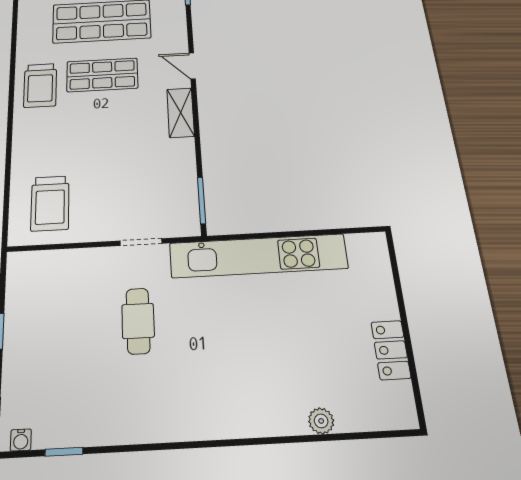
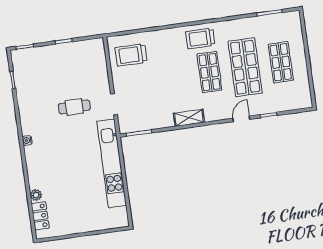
door: (192, 66) -> (241, 119), moved
locker: (391, 350) -> (40, 216), moved, turned 90
water cooler: (21, 440) -> (27, 140), moved

